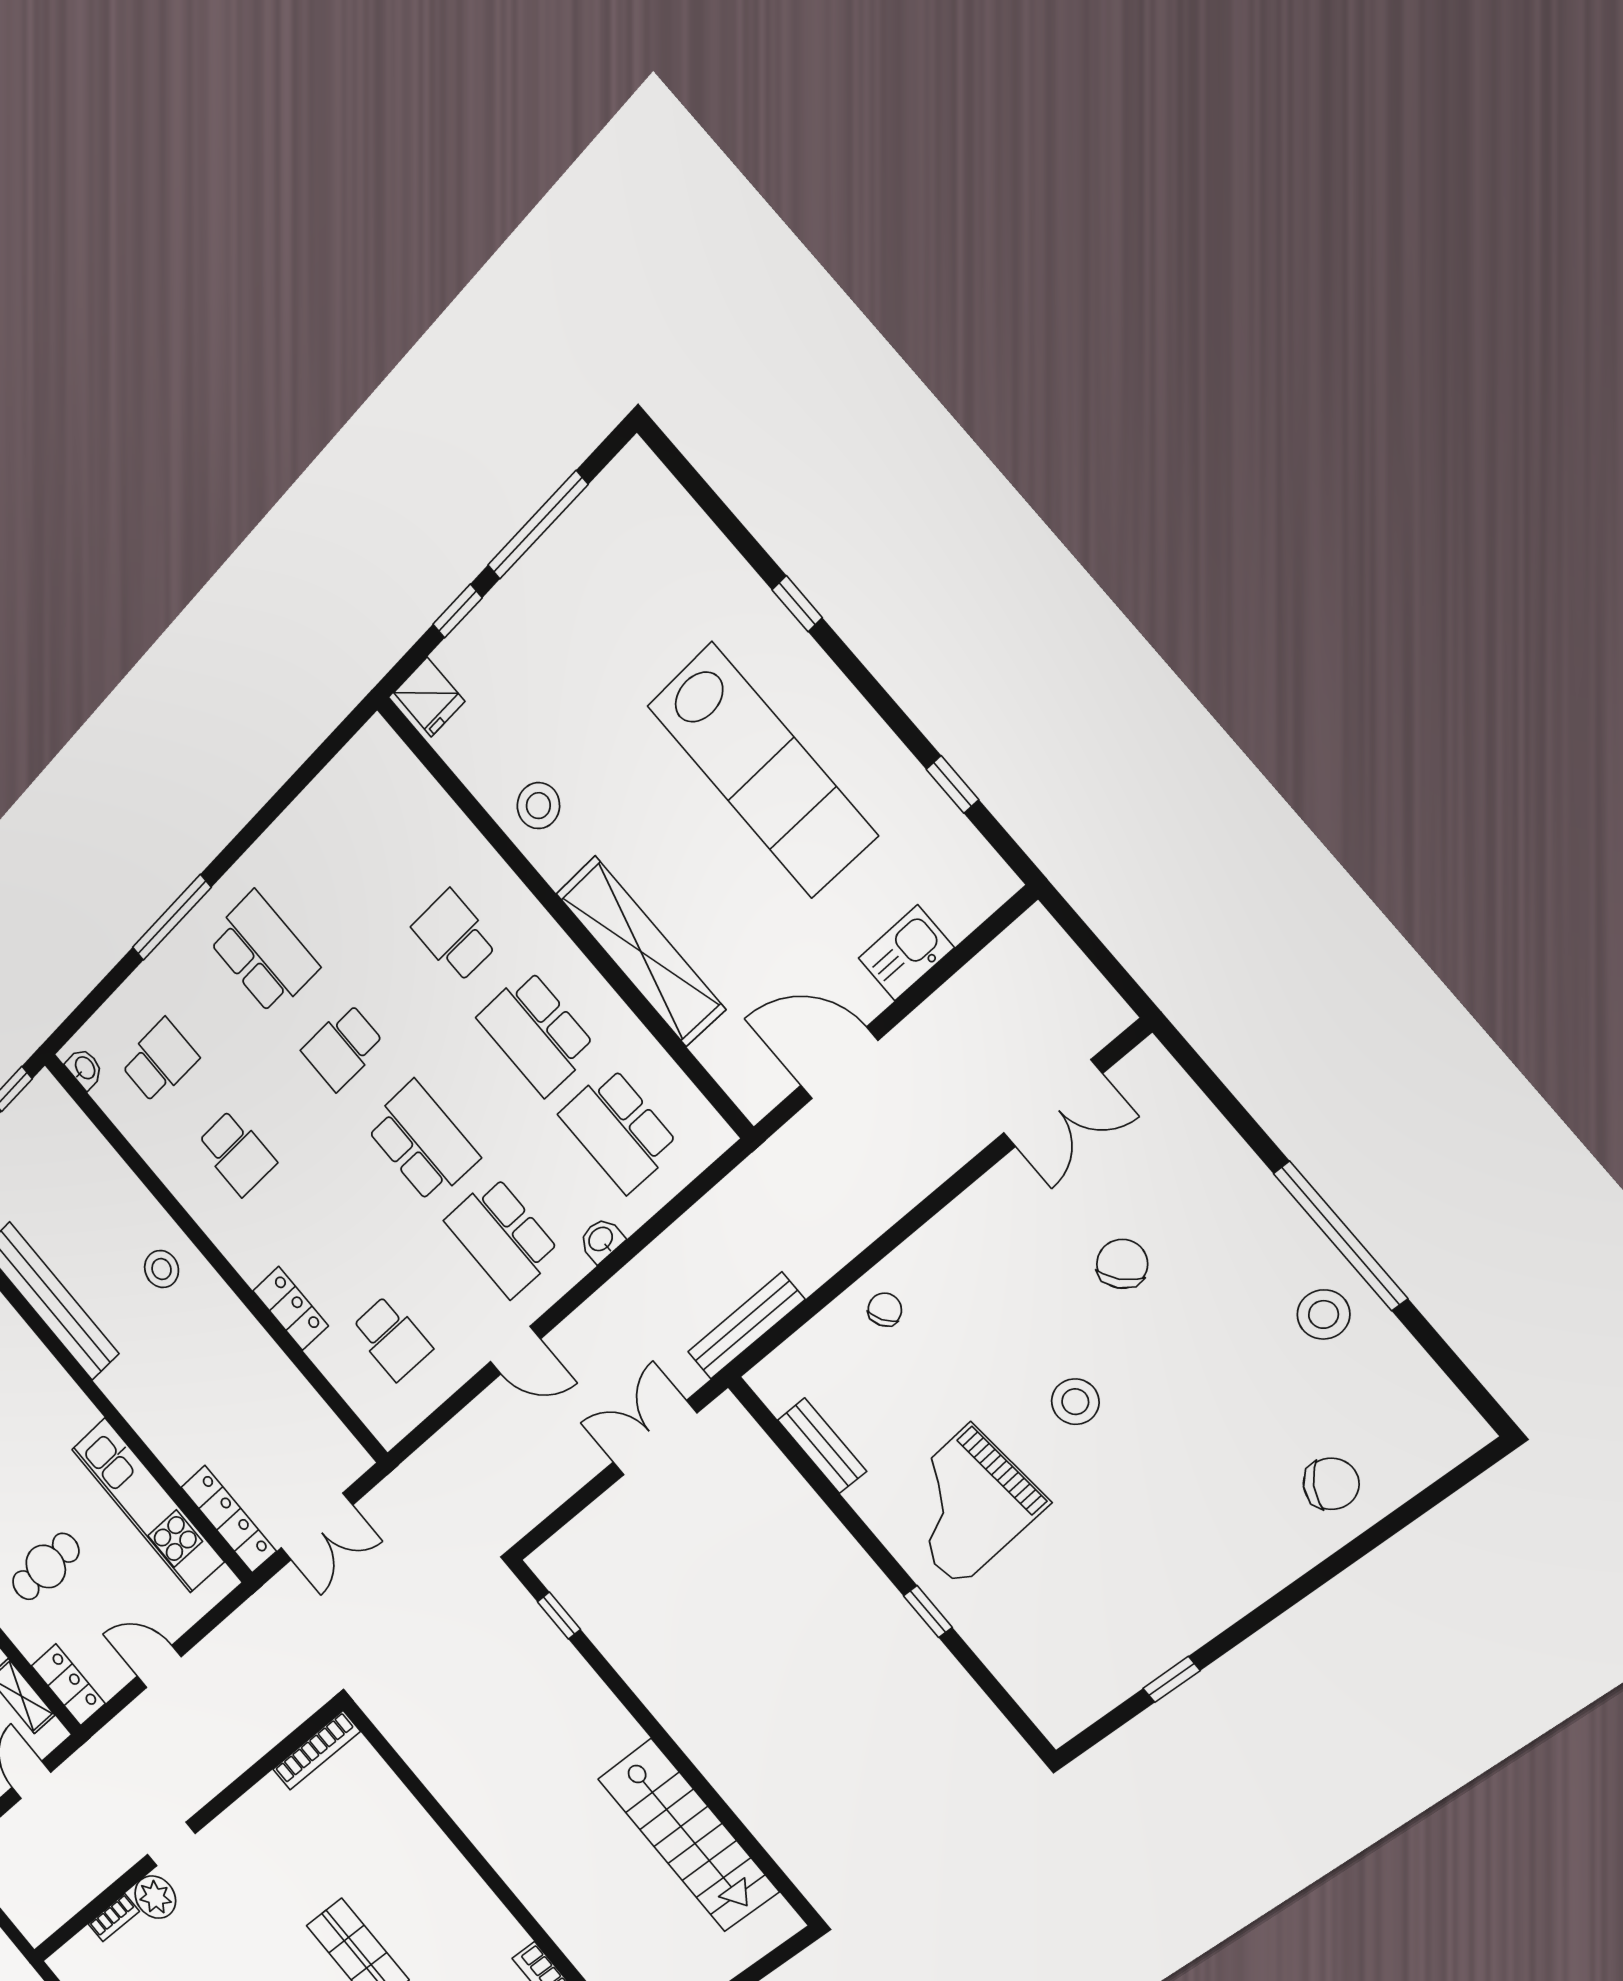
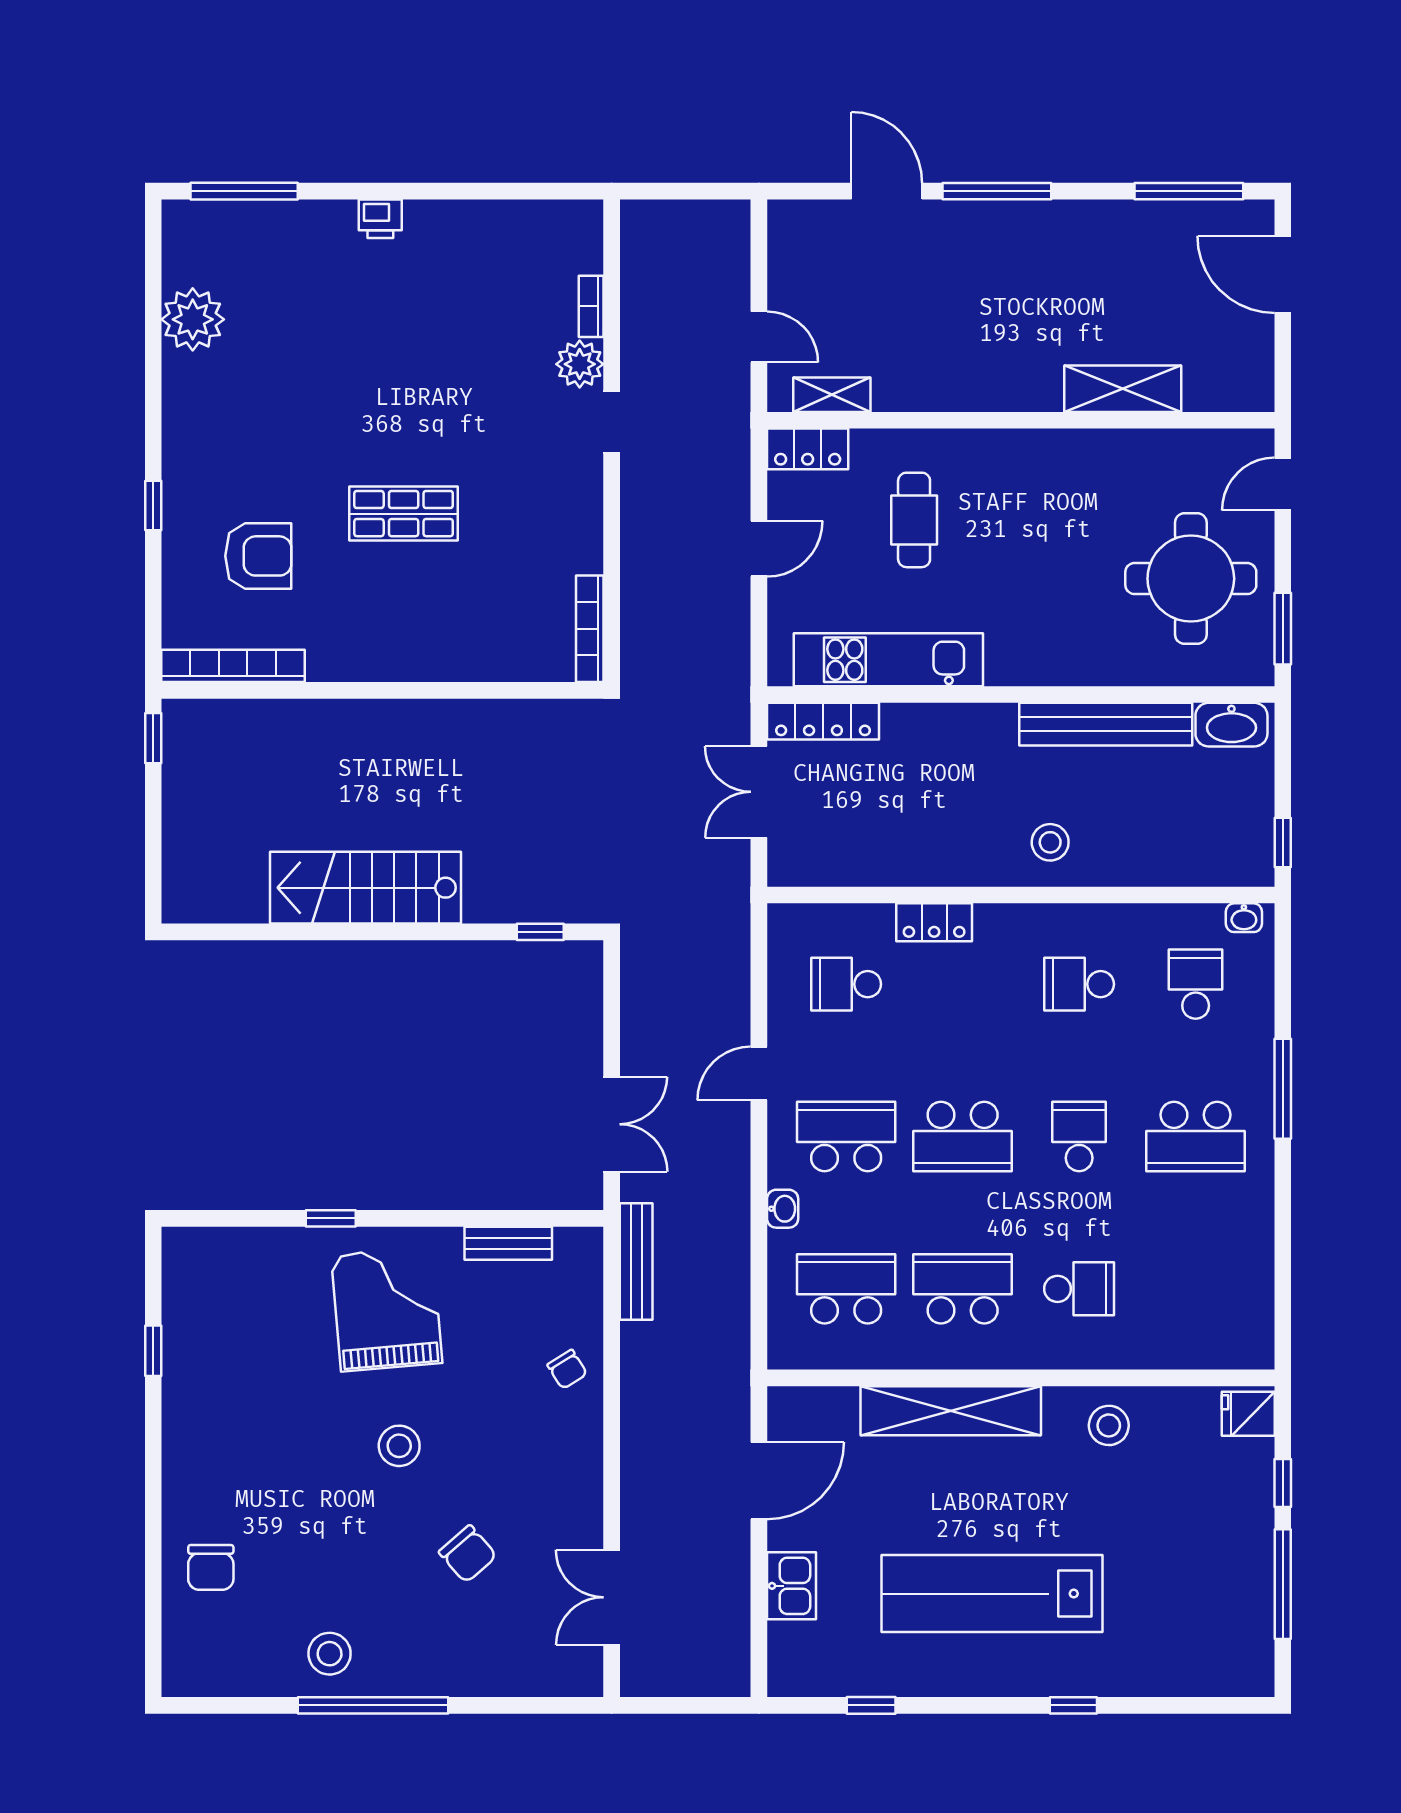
school desk: (160, 1061) -> (1196, 984), turned 180
chair: (1331, 1484) -> (211, 1567), turned -31
stairs: (688, 1835) -> (365, 888), moved

